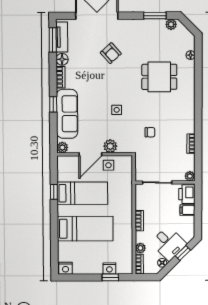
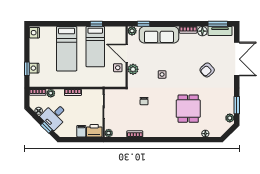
window: (53, 104) -> (144, 24), moved

